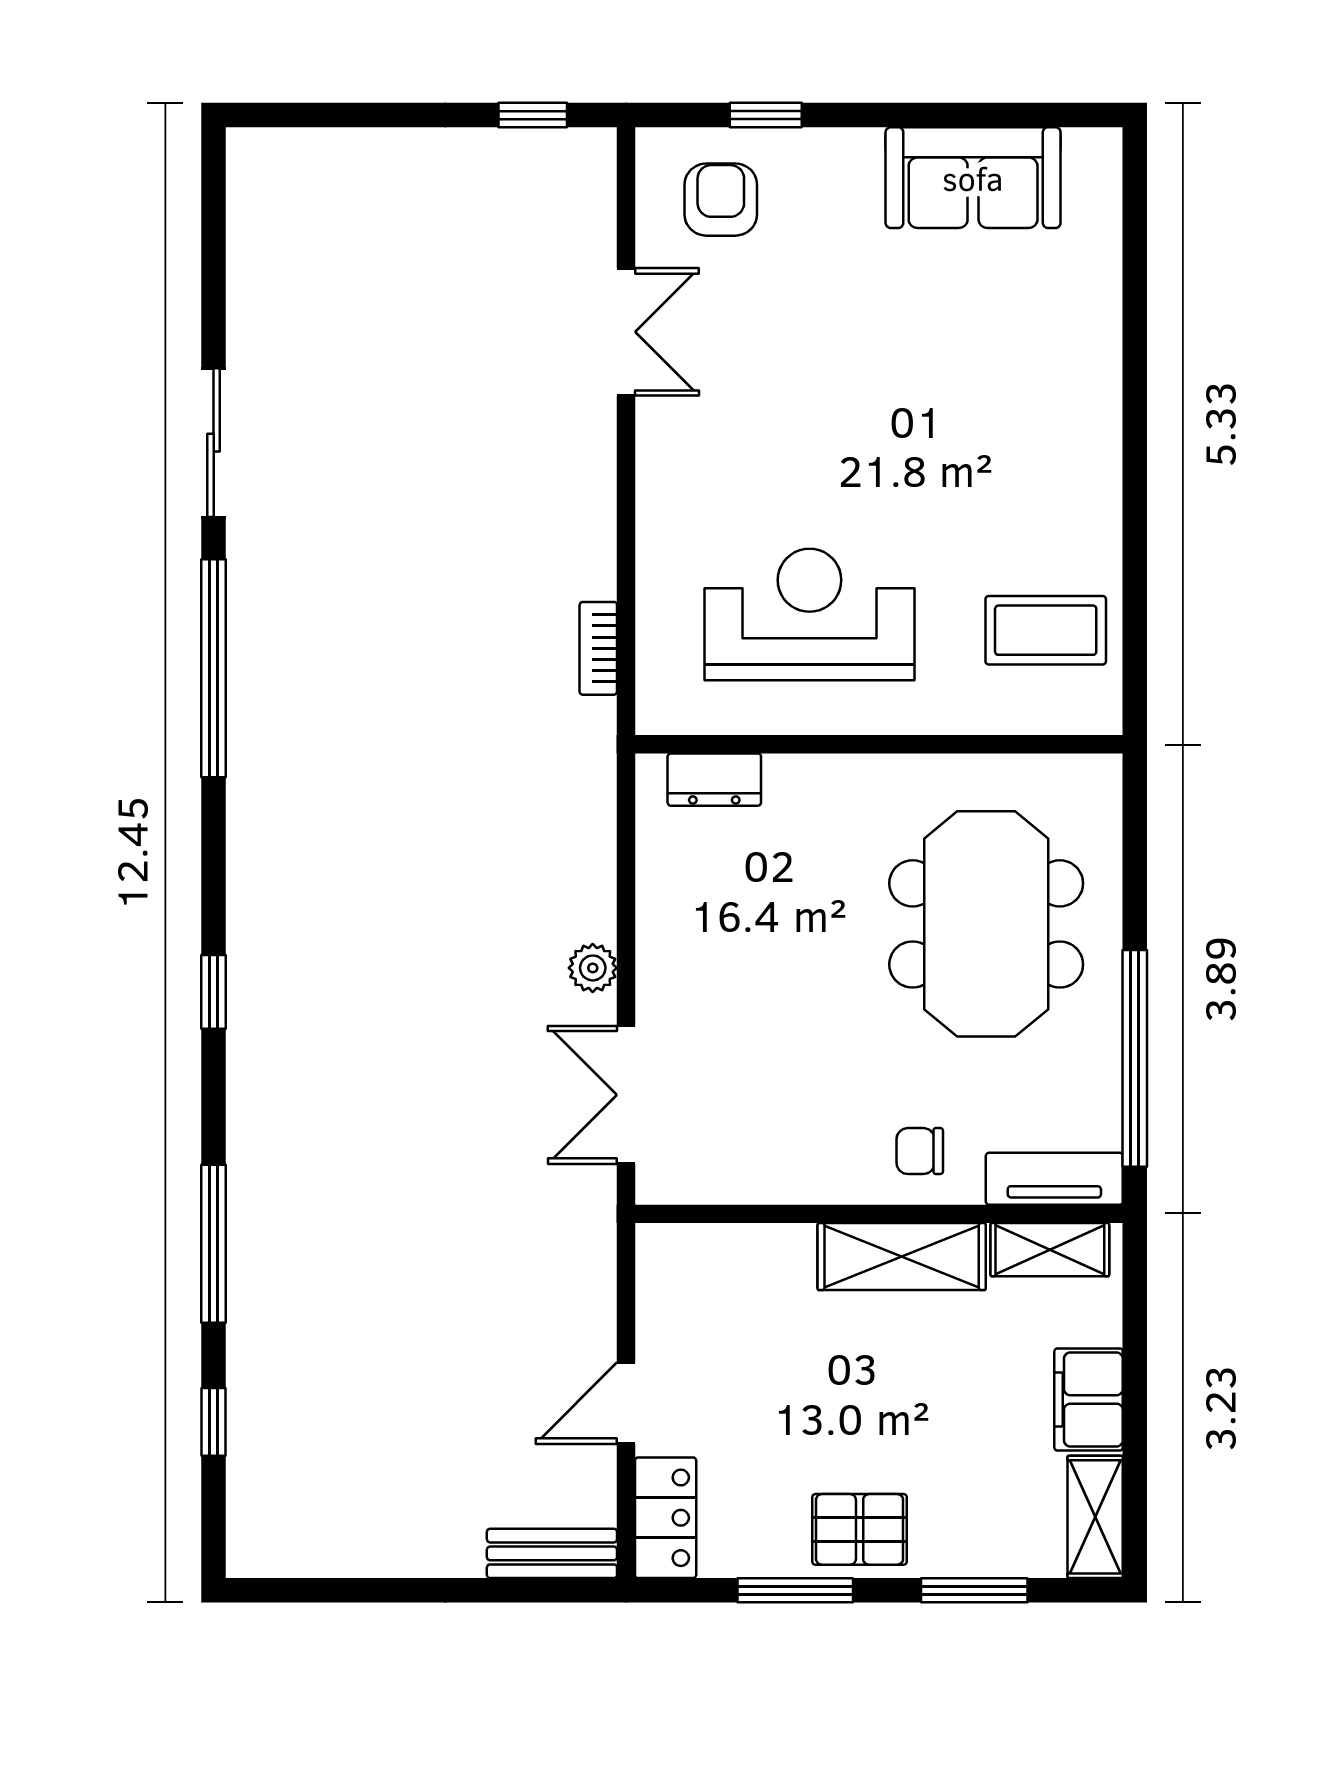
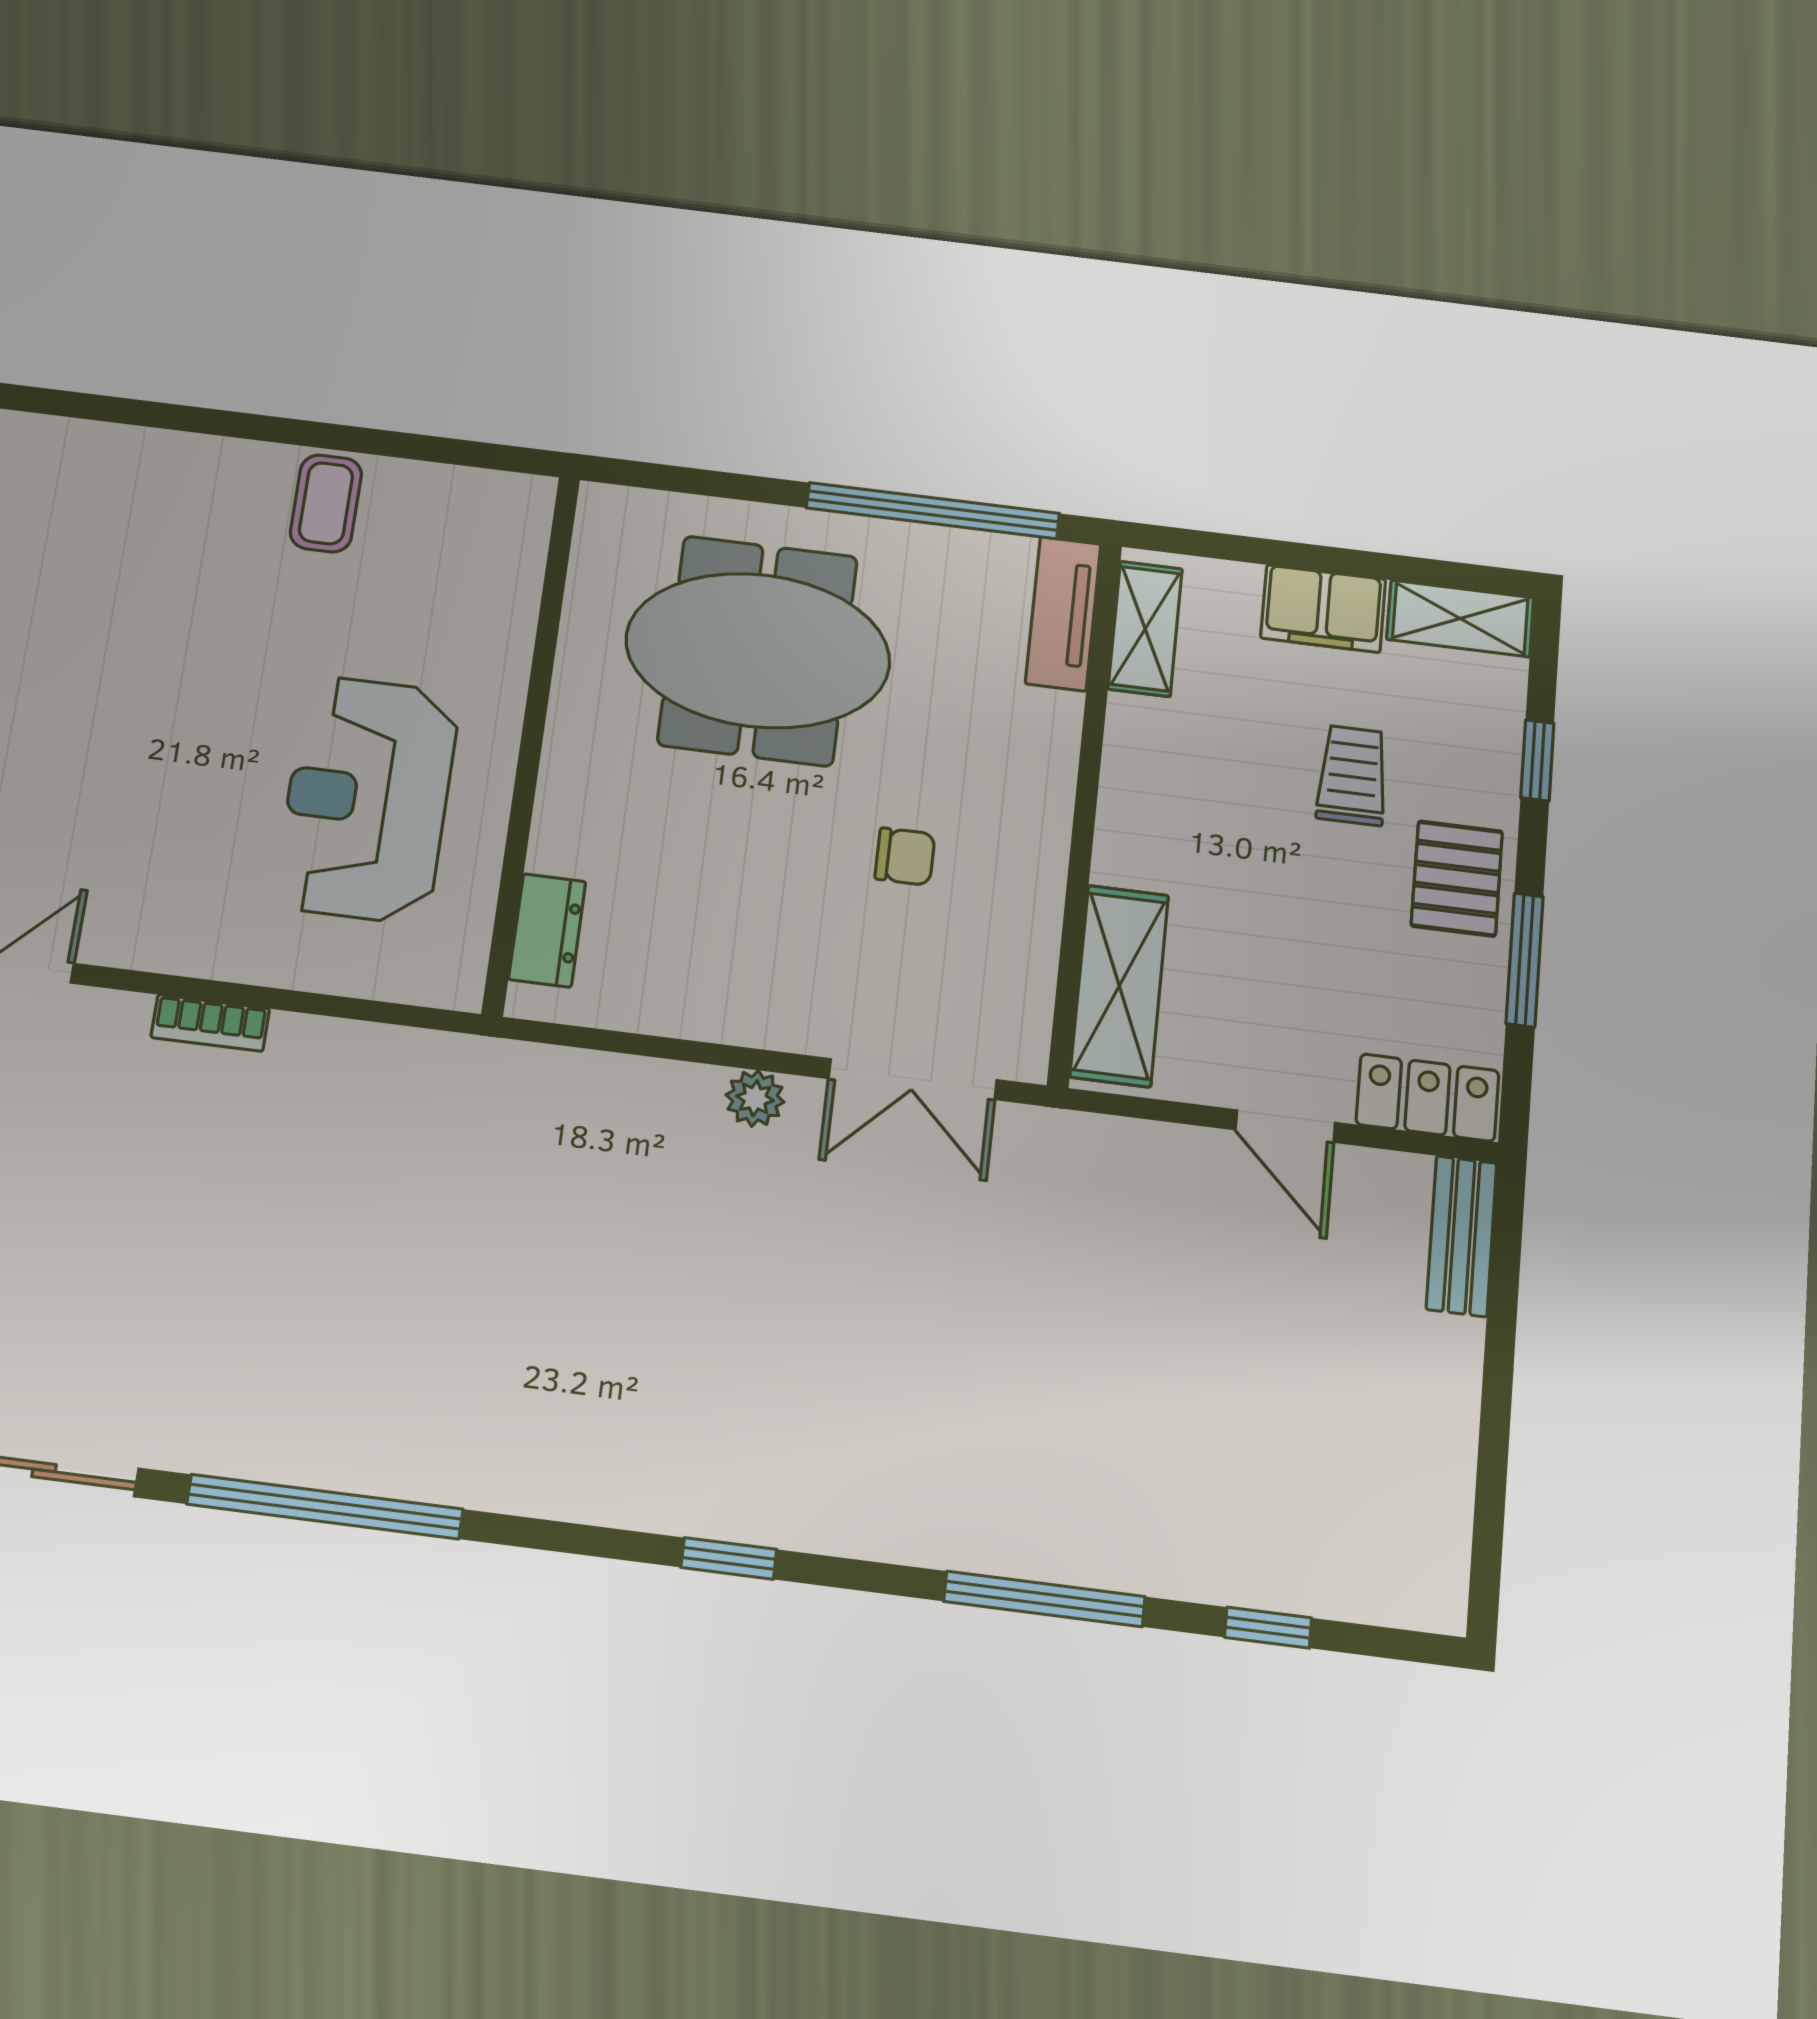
coffee table: (1046, 630) -> (326, 503), moved, width x0.73, depth x0.77
bookcase: (598, 648) -> (210, 1023), moved
chair: (920, 1151) -> (905, 857), moved, turned -90
shelving: (902, 1257) -> (1119, 986), moved
trolley: (940, 1435) -> (1352, 775), added
window: (974, 1590) -> (1537, 760), width x0.67

